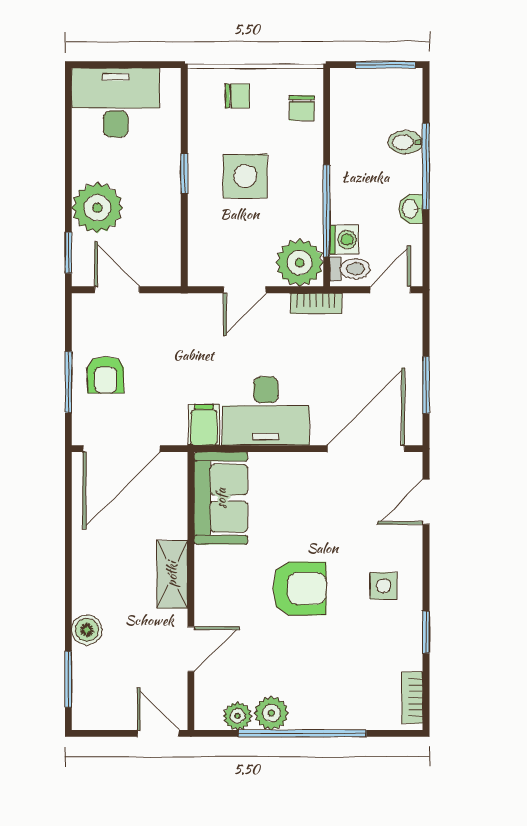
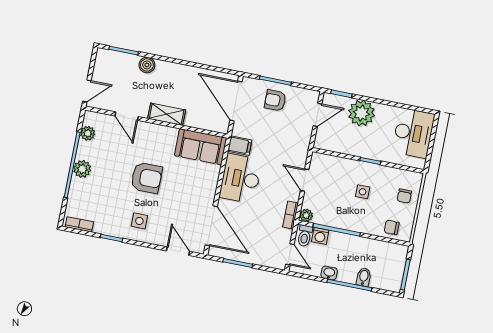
side table: (245, 176) -> (363, 192), width x0.54, depth x0.54
plant: (300, 263) -> (306, 215), width x0.53, depth x0.53
armchair: (300, 588) -> (147, 178), turned -90
plant: (271, 713) -> (82, 169), moved

